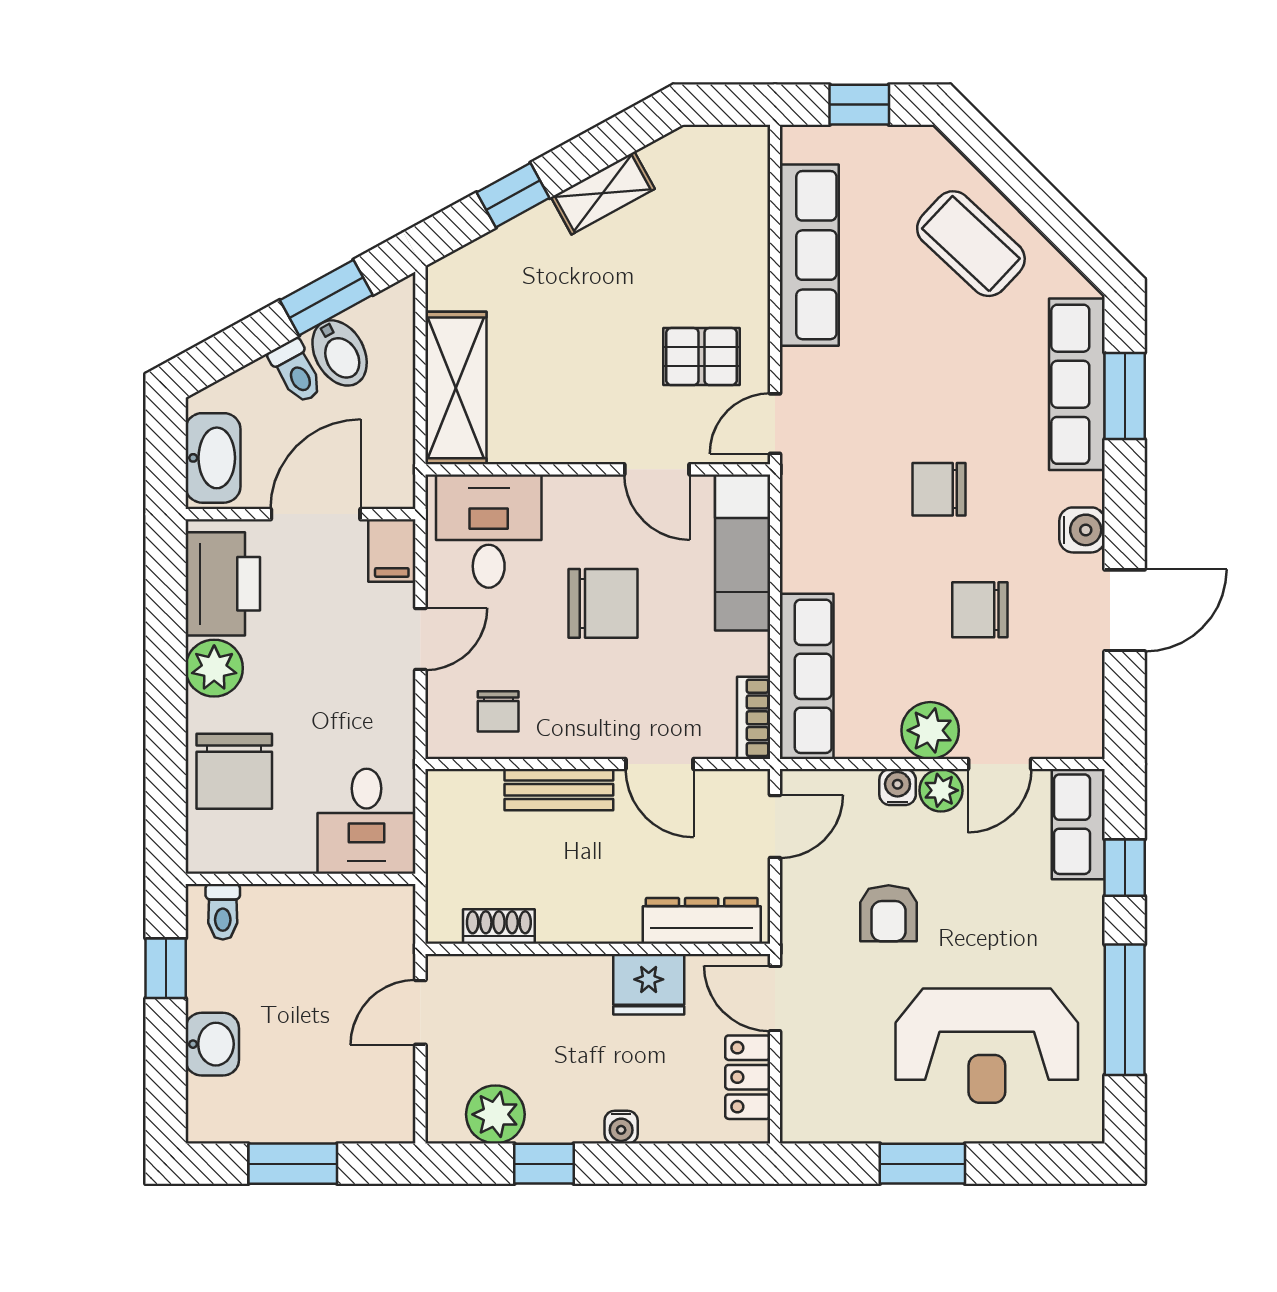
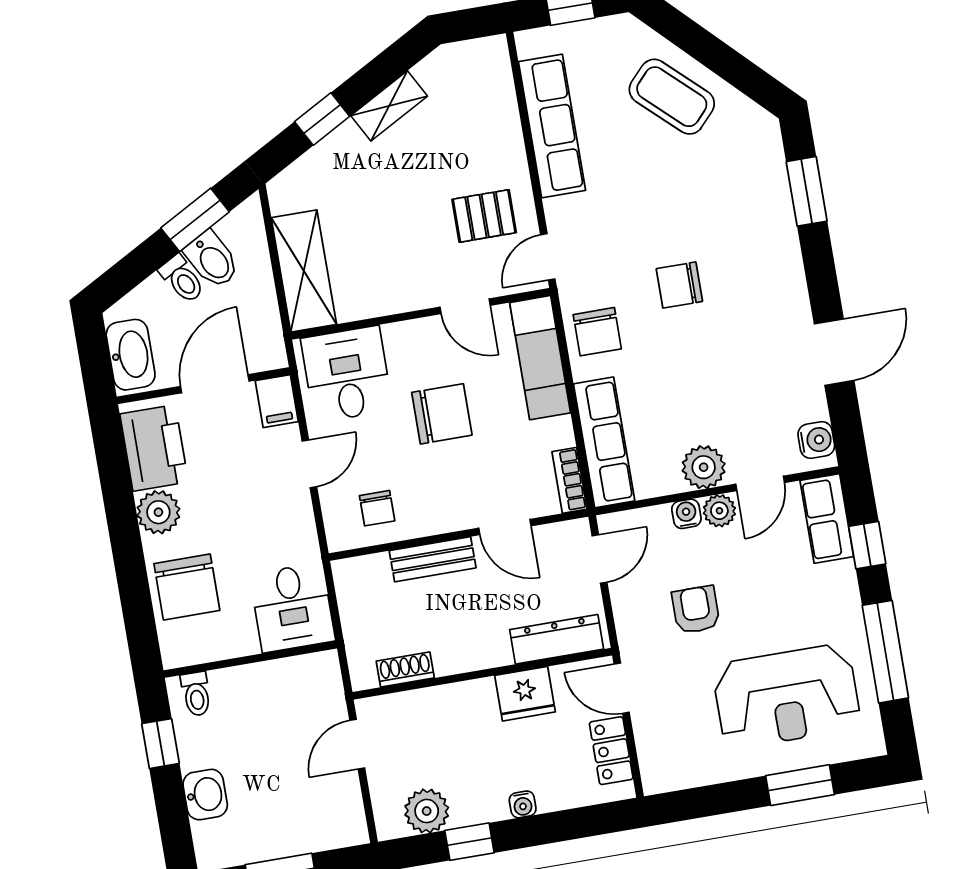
row of seats: (1077, 384) -> (769, 189), removed
water cooler: (1082, 530) -> (816, 440), moved
chair: (980, 610) -> (597, 332), moved, turned -90
armchair: (889, 913) -> (696, 610), turned 180
window: (922, 1164) -> (800, 785), moved

